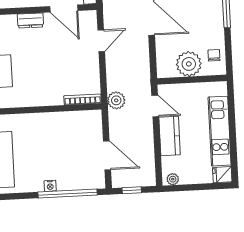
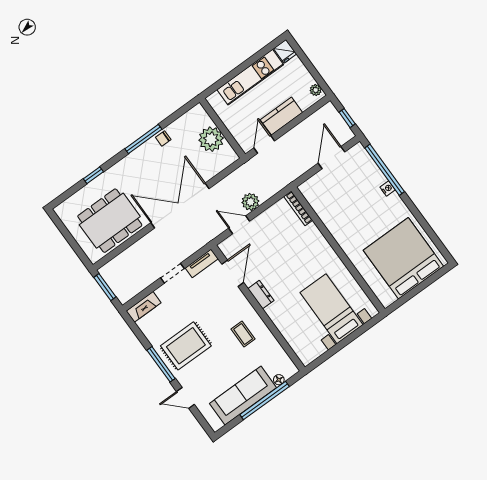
chair: (214, 55) -> (163, 138), moved
plant: (116, 100) -> (250, 202), moved

